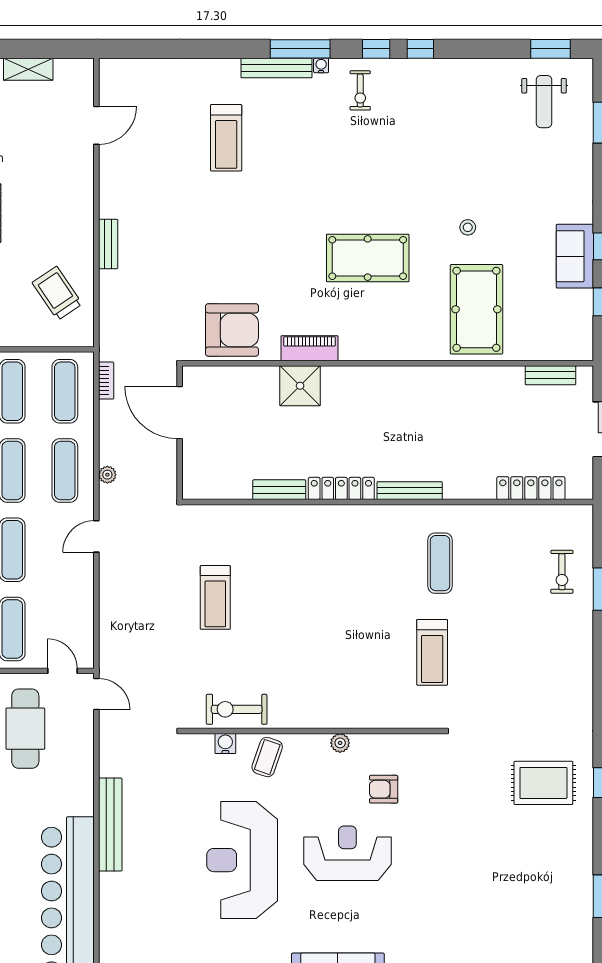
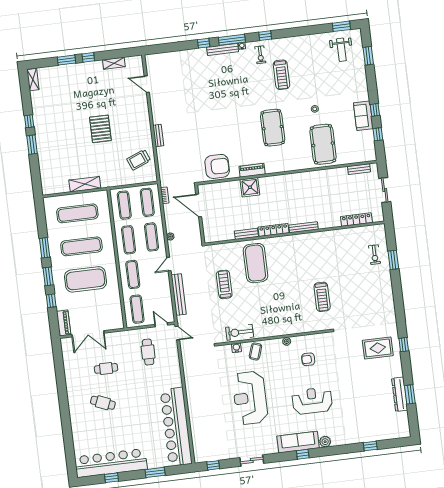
window: (420, 49) -> (204, 43), moved
door: (96, 125) -> (147, 84), swing flipped
treadmill: (226, 138) -> (281, 75), moved
pool table: (368, 258) -> (273, 128), turned 90
trolley: (57, 293) -> (139, 160), turned -78
exercise mat: (440, 563) -> (255, 263), moved, width x2.00, depth x1.45
treadmill: (215, 597) -> (224, 284), turned 180
cafe table: (25, 729) -> (148, 352), width x0.73, depth x0.74
bench: (110, 825) -> (179, 295), moved
reception desk: (347, 853) -> (312, 401), moved
dresser: (580, 893) -> (400, 394), added

